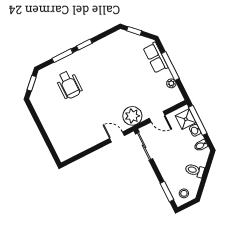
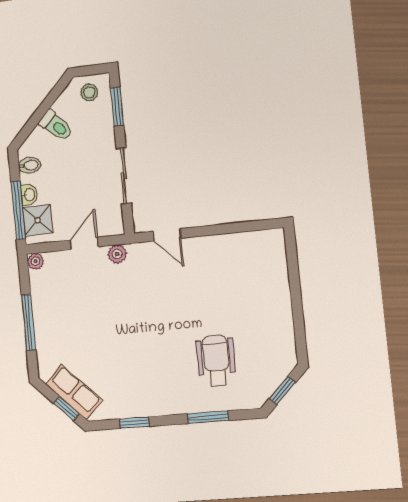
window: (84, 45) -> (134, 423), moved
row of seats: (156, 58) -> (74, 392), moved, turned -45
plant: (171, 83) -> (36, 261), moved
plant: (132, 116) -> (117, 254), width x0.53, depth x0.53
door: (157, 117) -> (84, 243), hinge flipped
sliding door: (144, 146) -> (124, 176), moved

